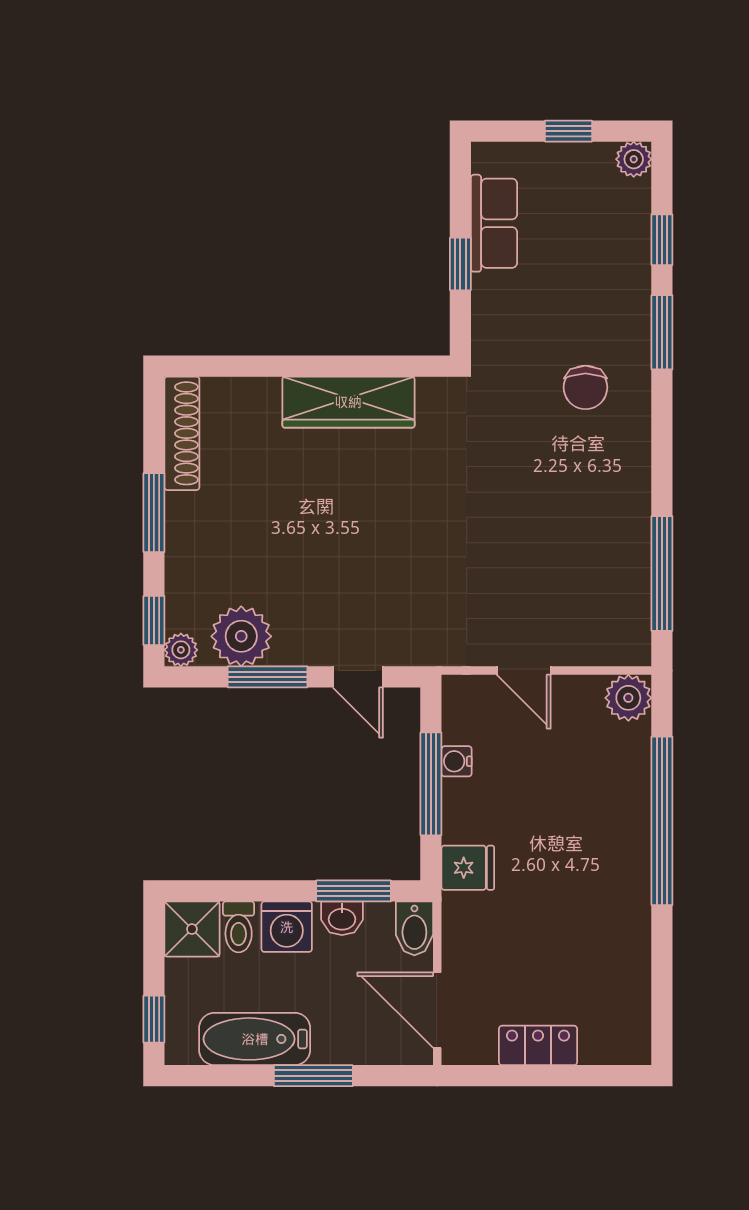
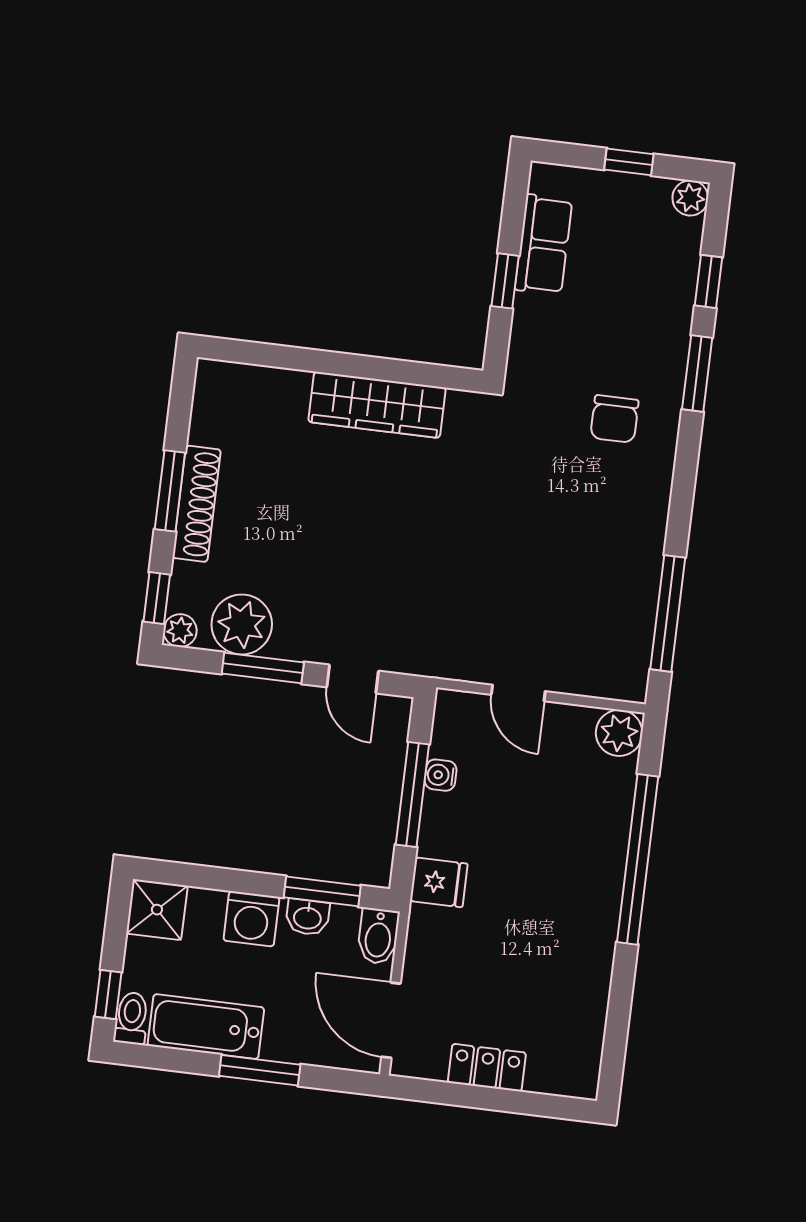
shoe rack: (182, 433) -> (197, 504), moved
toilet: (239, 927) -> (132, 1018), moved, turned 180

